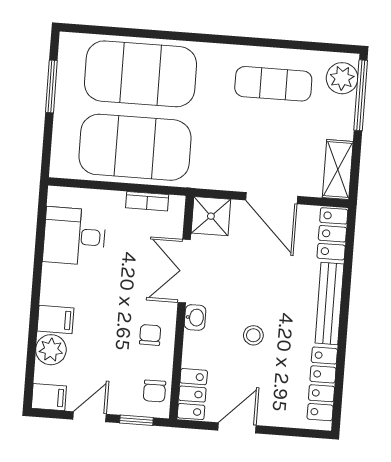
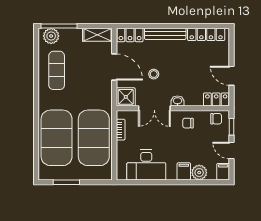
door: (272, 198) -> (114, 67), hinge flipped
desk: (74, 236) -> (146, 165), width x1.37
stool: (253, 335) -> (154, 74), moved

